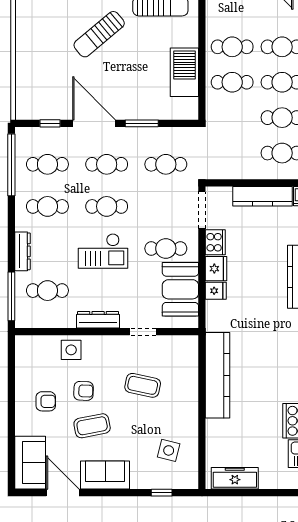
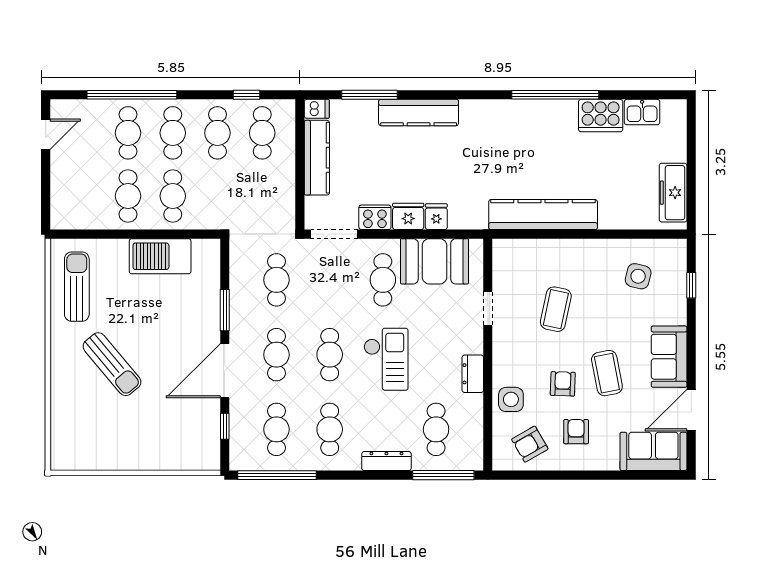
dresser: (98, 320) -> (473, 374), width x0.70
armchair: (36, 365) -> (530, 444), added

